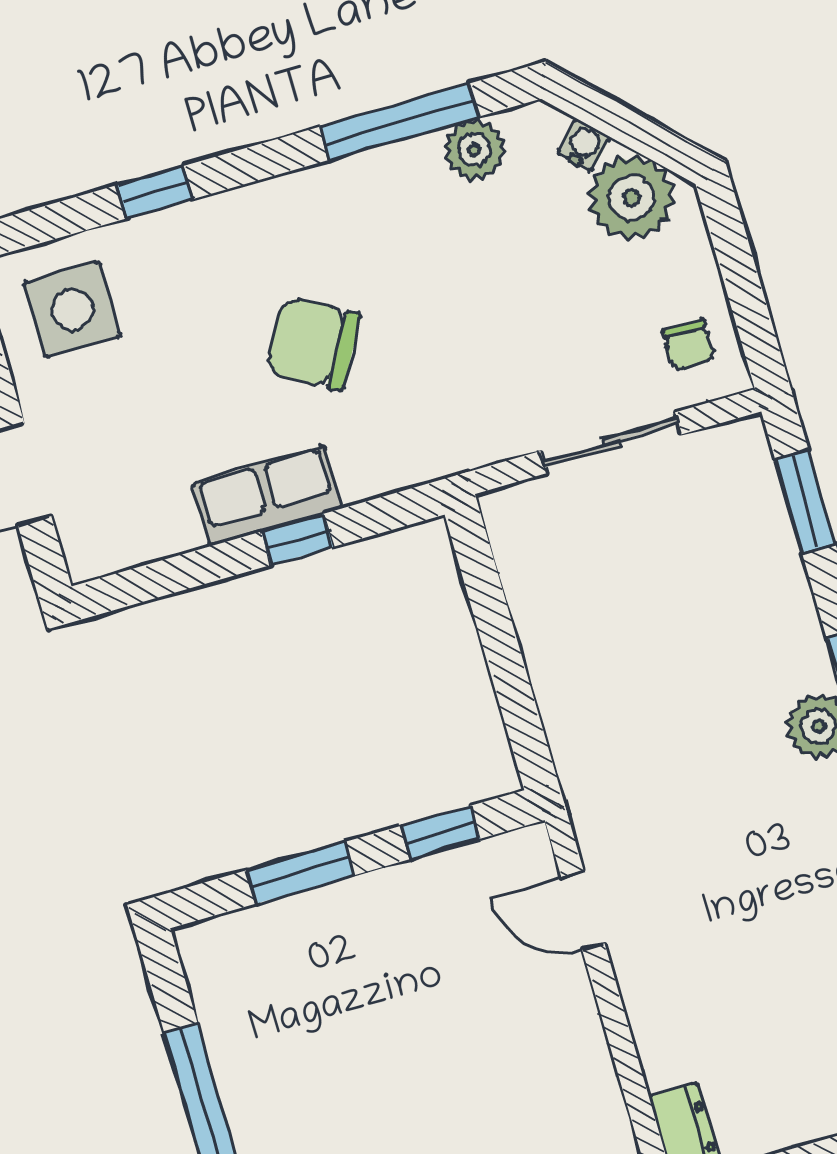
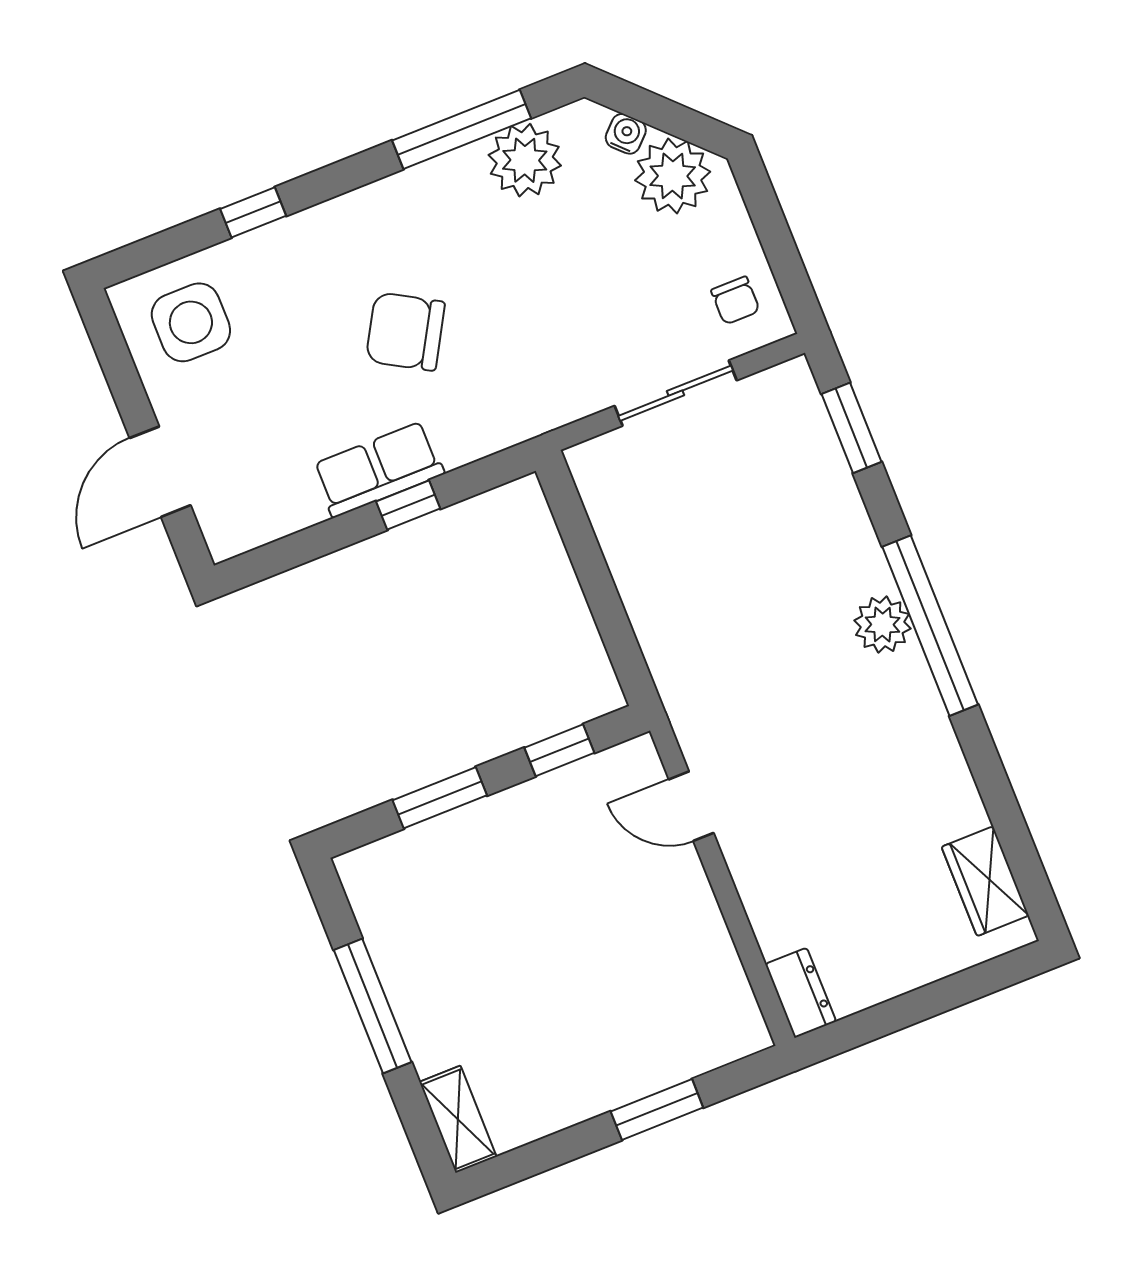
plant: (474, 150) -> (525, 160), width x1.36, depth x1.36

